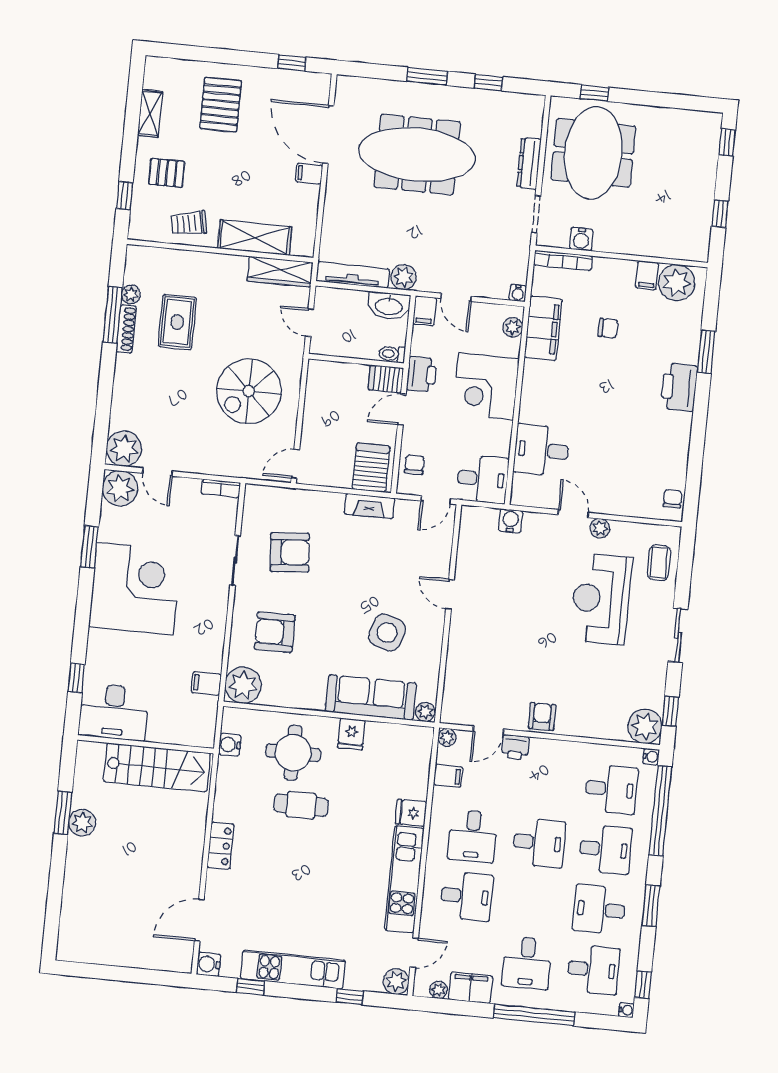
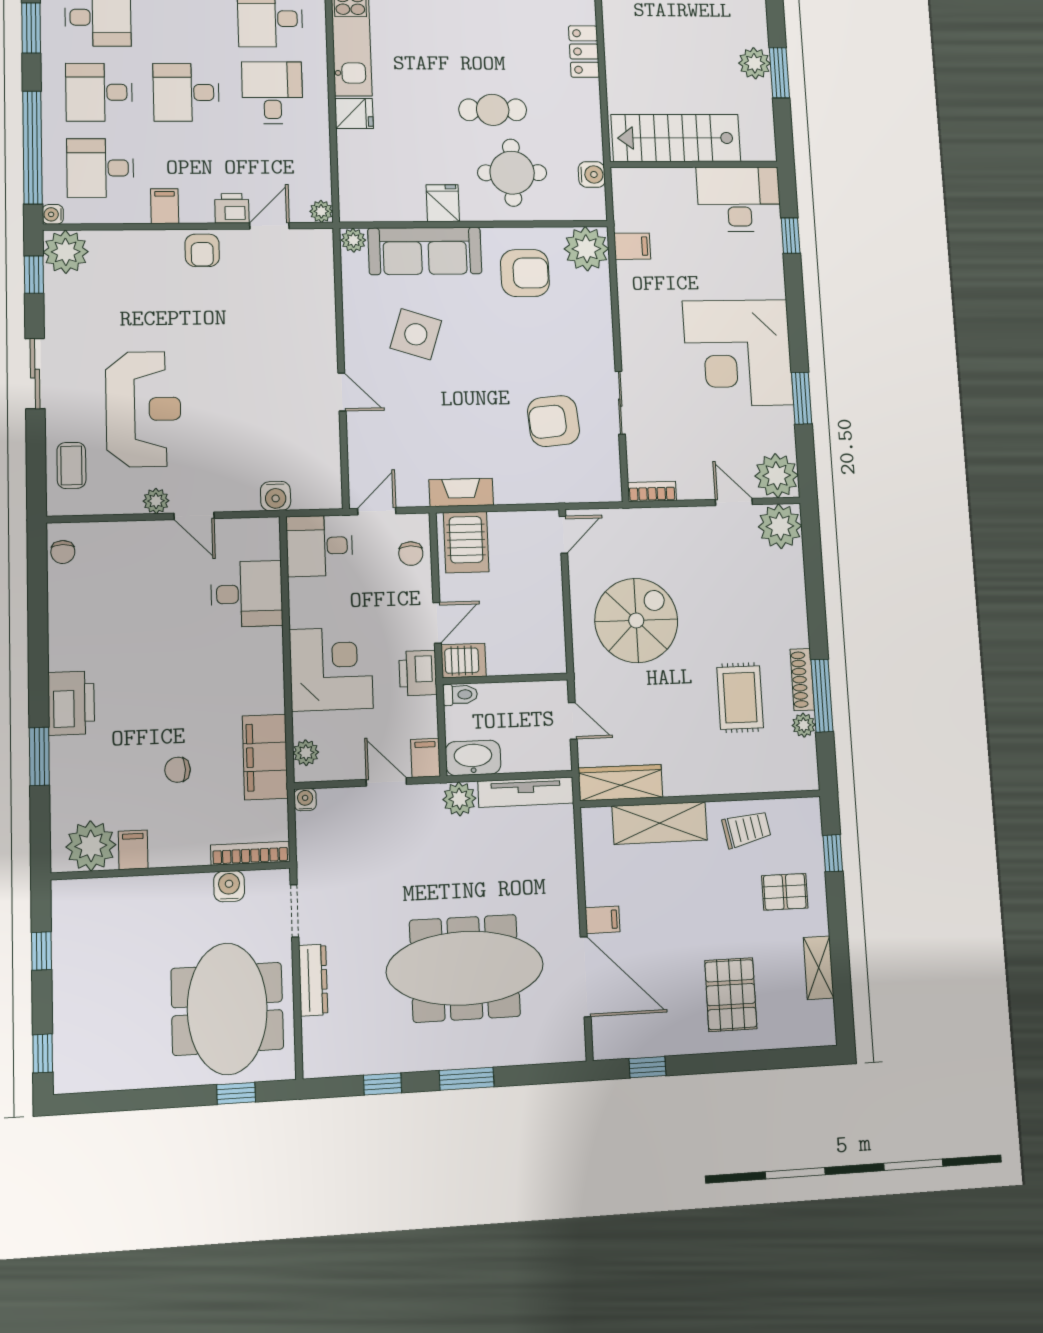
armchair: (275, 632) -> (525, 273), moved
filing cabinet: (448, 776) -> (165, 206), moved, turned 90

